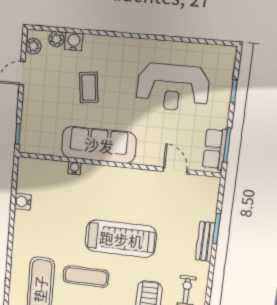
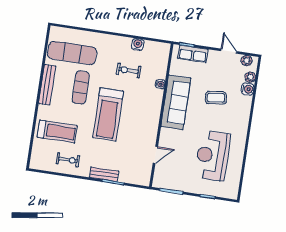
row of seats: (215, 149) -> (193, 54), moved, turned 180
exercise bike: (59, 213) -> (129, 70), added

